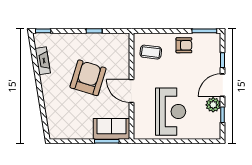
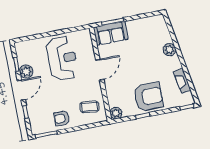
plant: (123, 39) -> (116, 113), added
armchair: (88, 78) -> (148, 97), moved, turned -107
door: (131, 91) -> (100, 70), hinge flipped
plant: (50, 98) -> (170, 50), added
reception desk: (171, 112) -> (62, 58), turned 180

